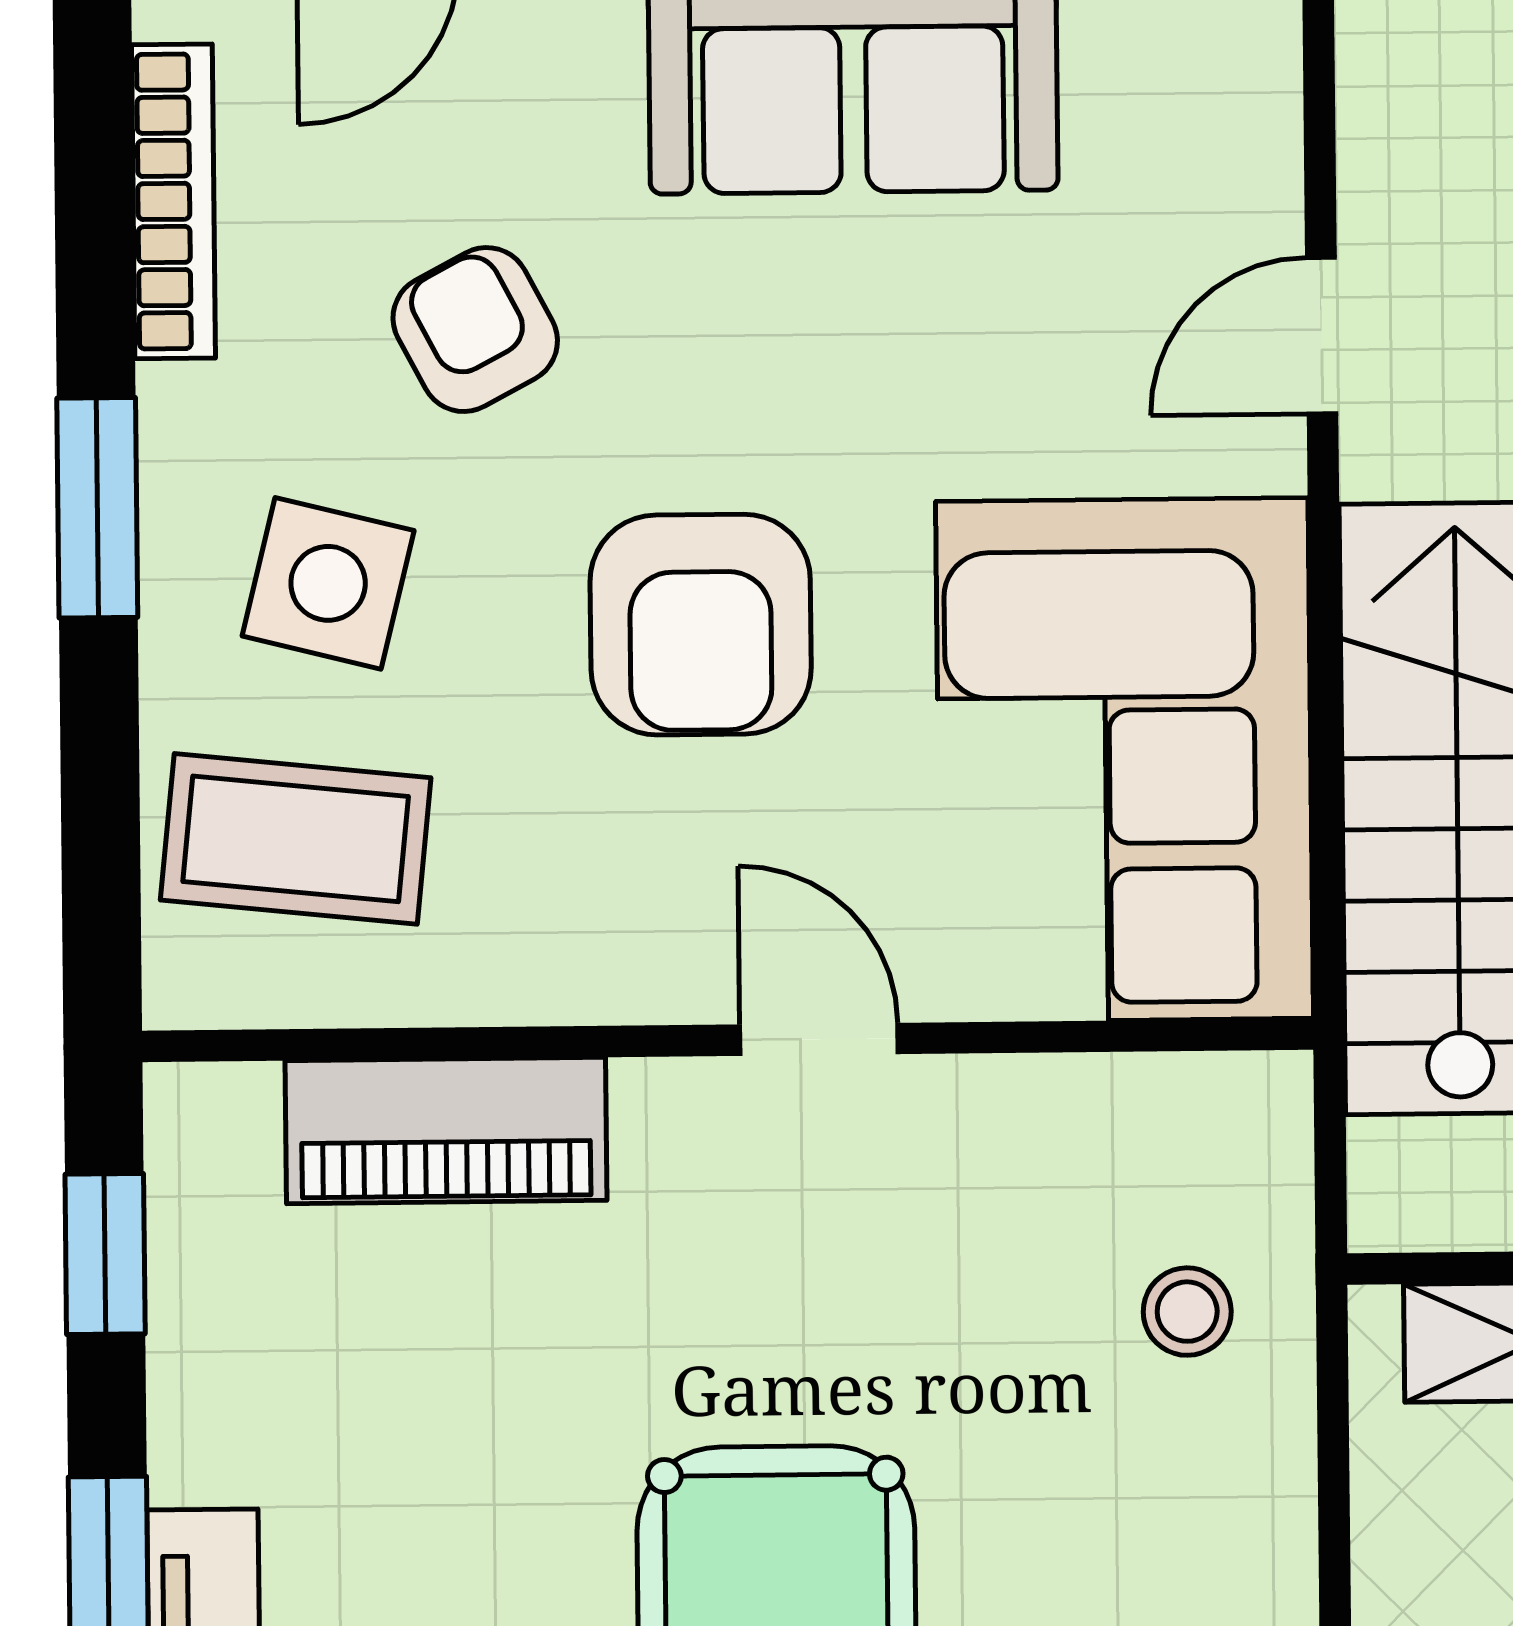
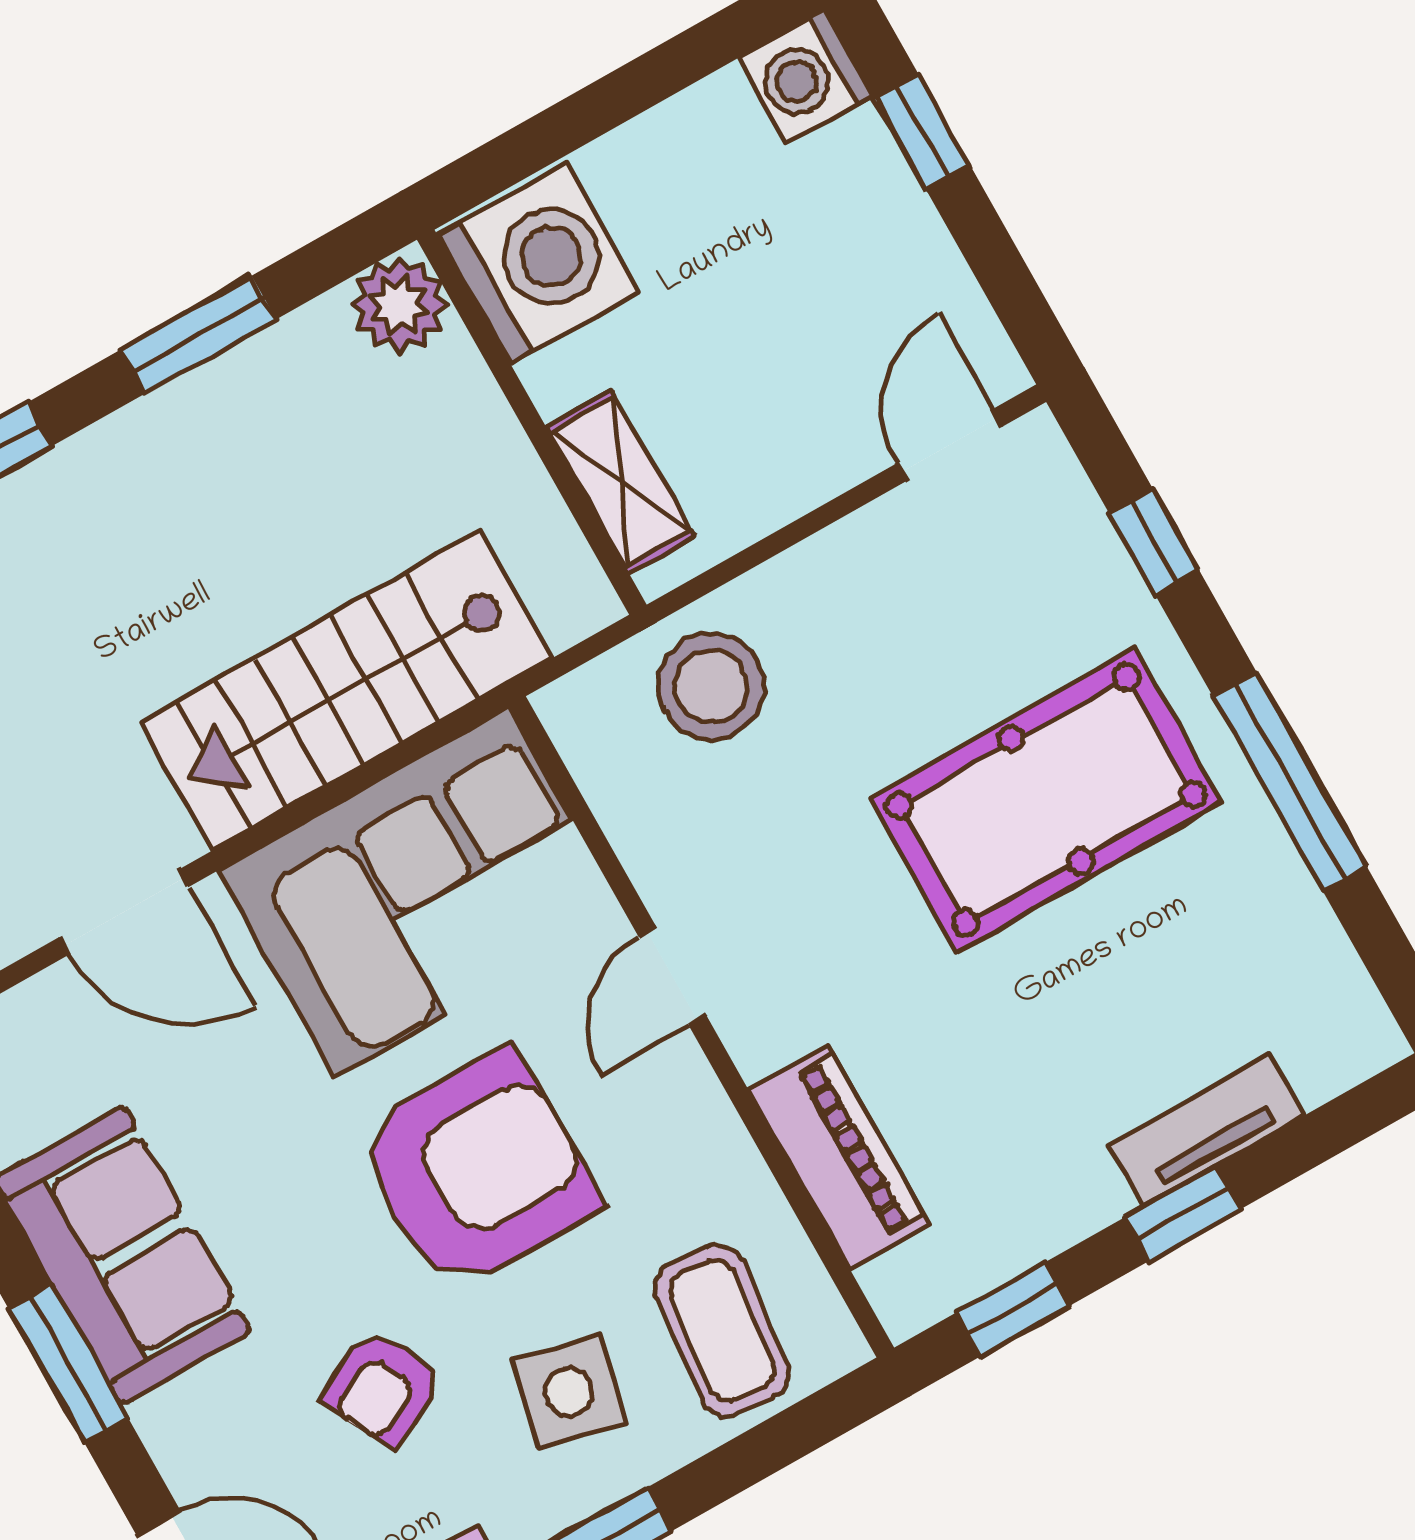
door: (1322, 336) -> (124, 912), width x1.38
armchair: (701, 625) -> (477, 1170), width x1.36, depth x1.36
stool: (1187, 1312) -> (711, 686), width x1.89, depth x1.89

